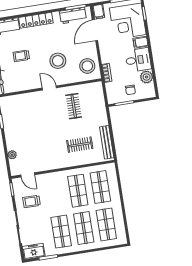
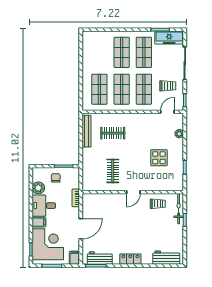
locker: (36, 20) -> (130, 259), width x0.66
door: (95, 30) -> (81, 229), moved
trolley: (21, 56) -> (158, 204), moved
stool: (58, 61) -> (121, 217), removed
stool: (87, 66) -> (94, 207), removed
door: (49, 88) -> (133, 192), hinge flipped
display table: (29, 127) -> (159, 158), added
door: (28, 175) -> (167, 112), hinge flipped
shop shelf: (106, 224) -> (144, 89), moved
freezer: (34, 251) -> (169, 38), width x1.40

